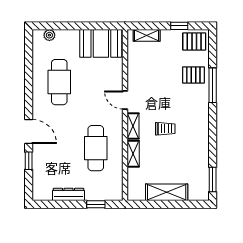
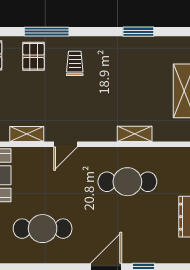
shelving: (133, 126) -> (27, 134), moved
trolley: (165, 129) -> (75, 63), moved
window: (213, 180) -> (138, 32), moved

